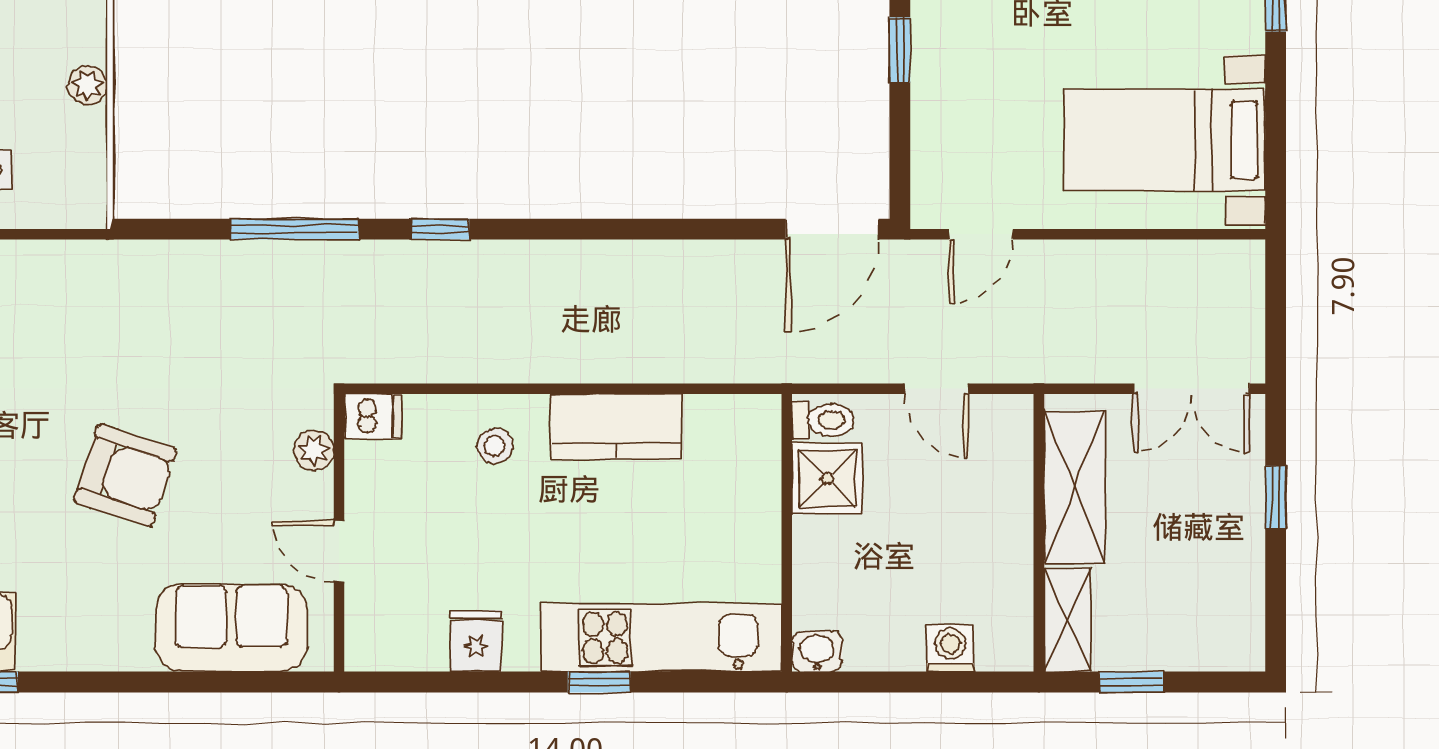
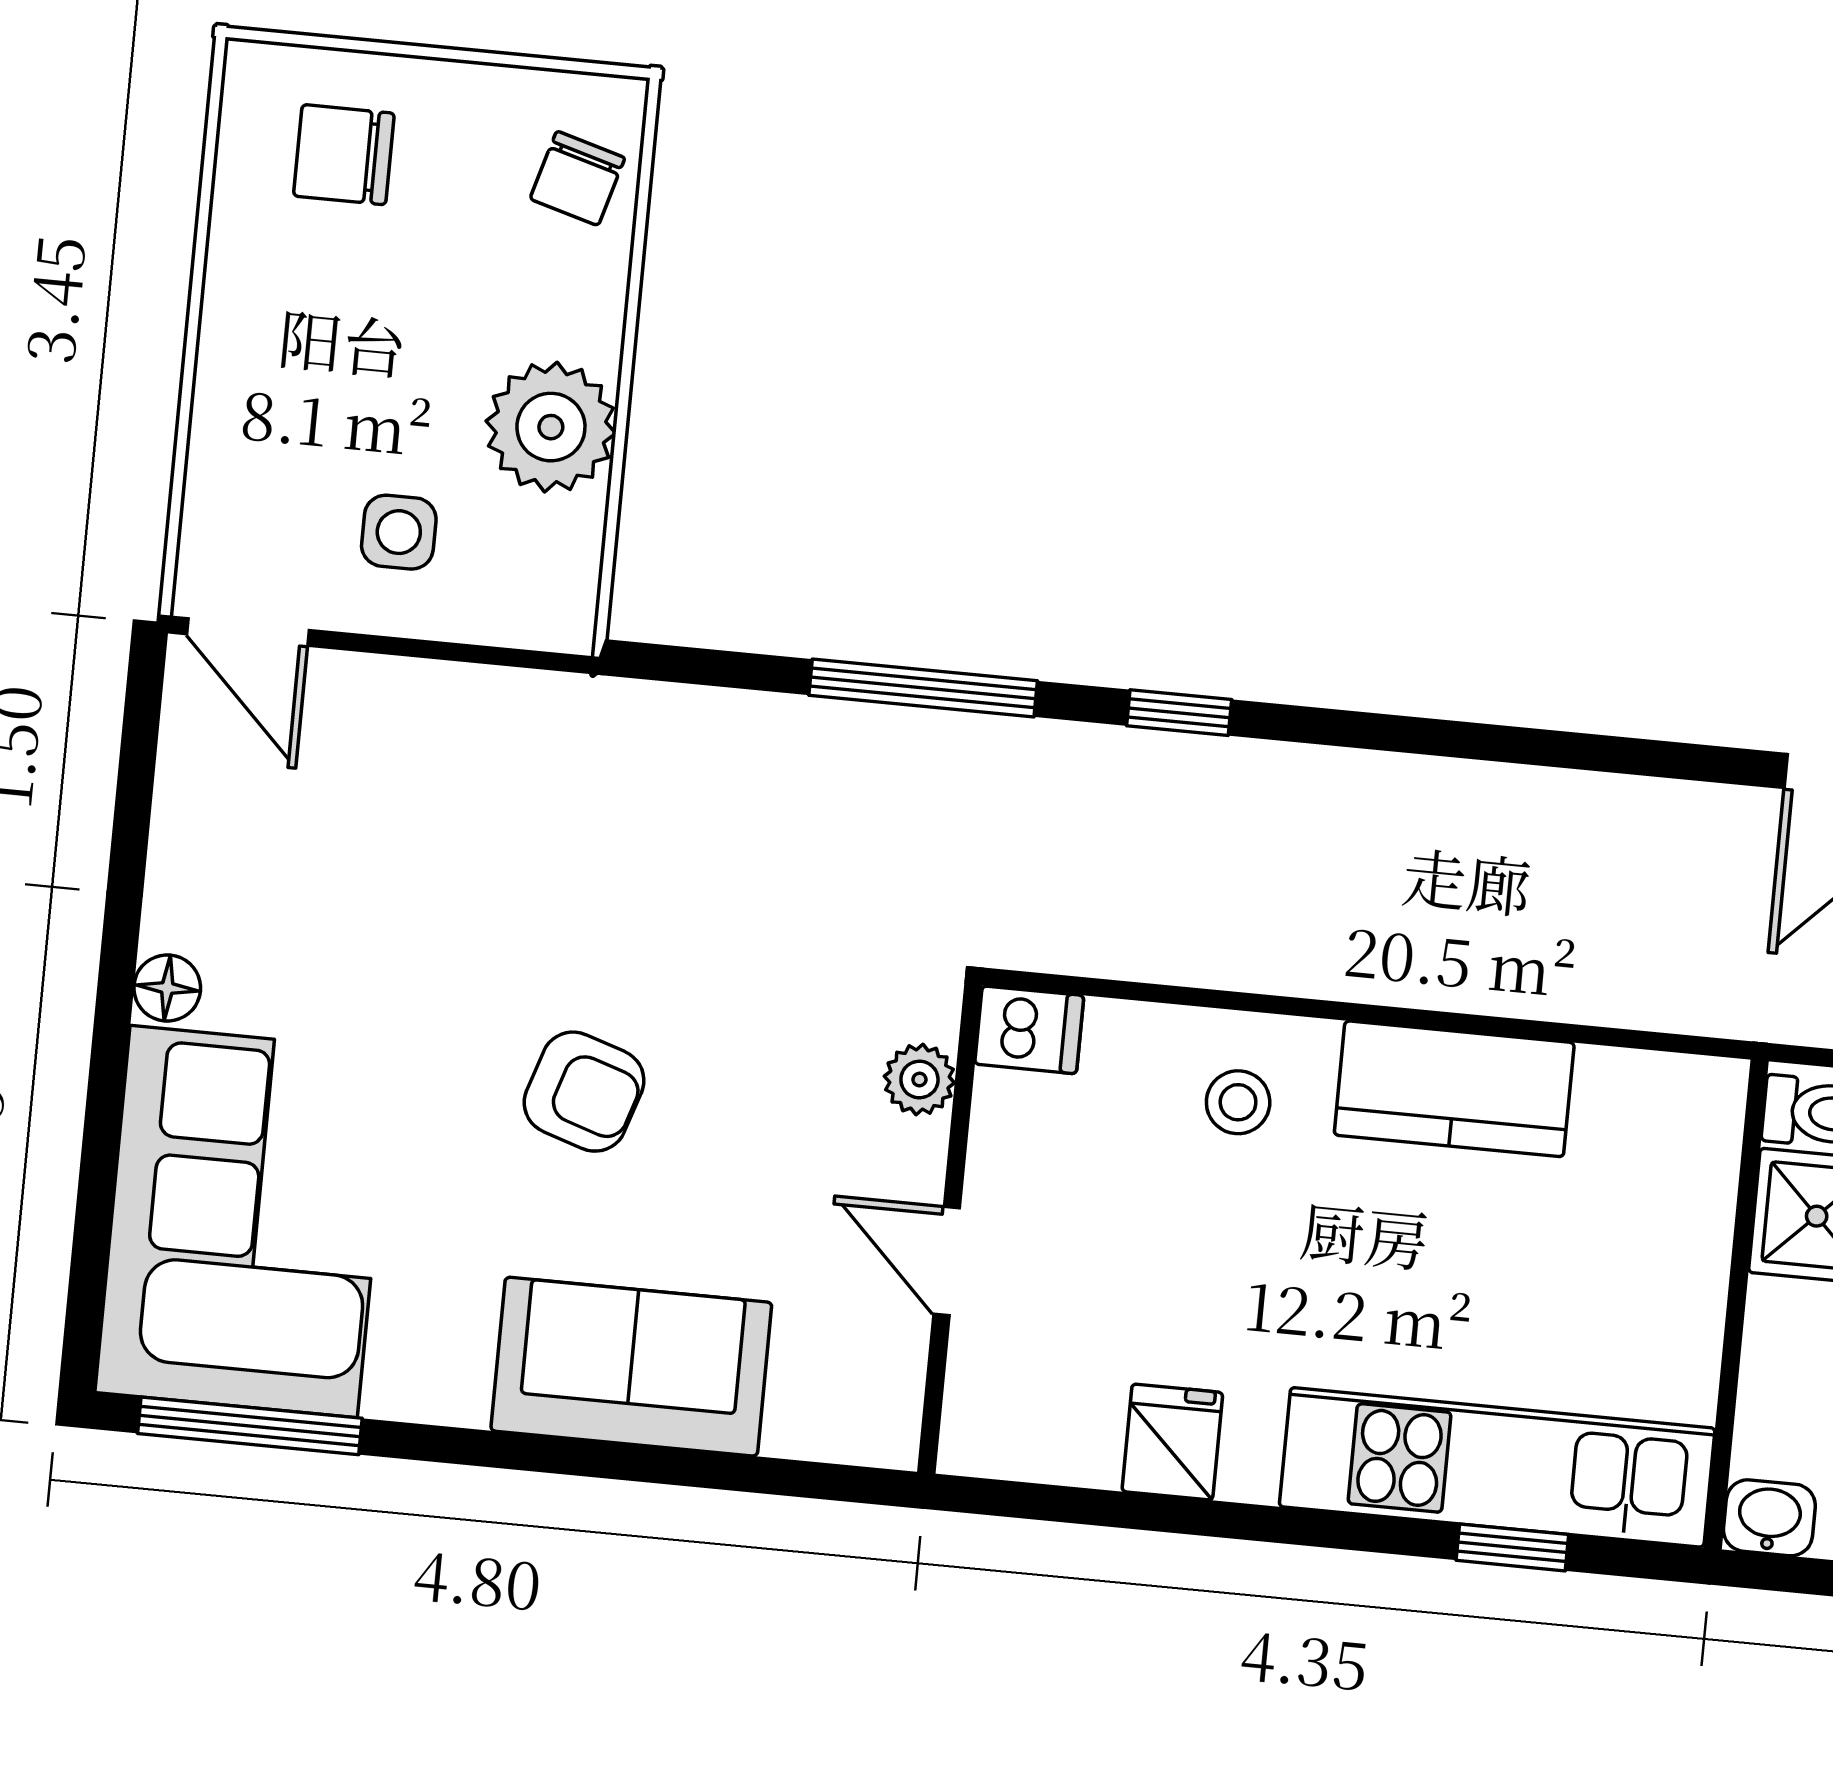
plant: (88, 85) -> (551, 427), width x1.88, depth x1.88
armchair: (125, 475) -> (584, 1092), width x0.72, depth x0.72
sofa: (231, 628) -> (631, 1367), moved
window: (599, 682) -> (1512, 1547), moved

